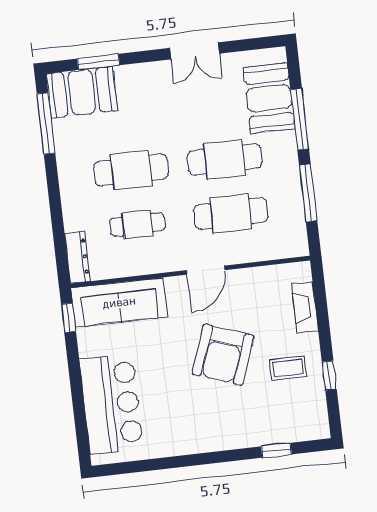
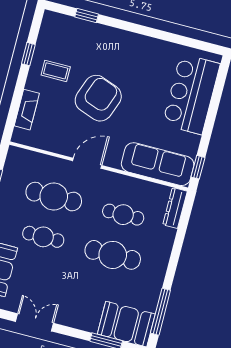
cafe table: (225, 159) -> (43, 237), width x0.73, depth x0.74

